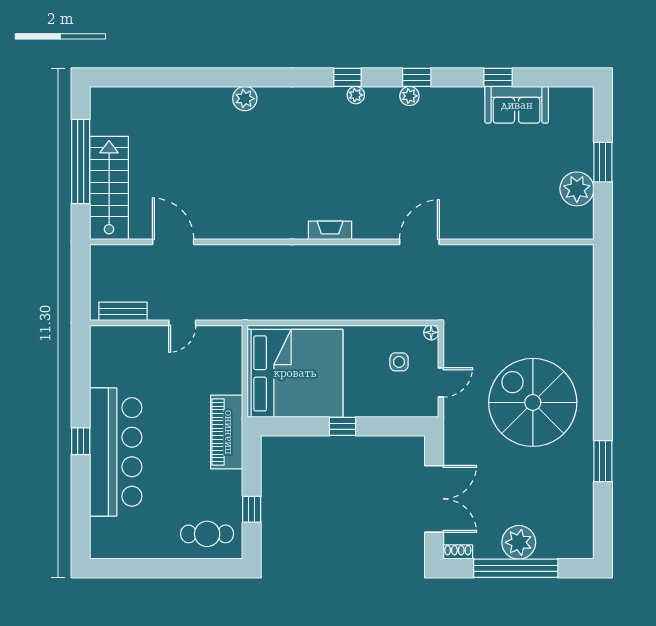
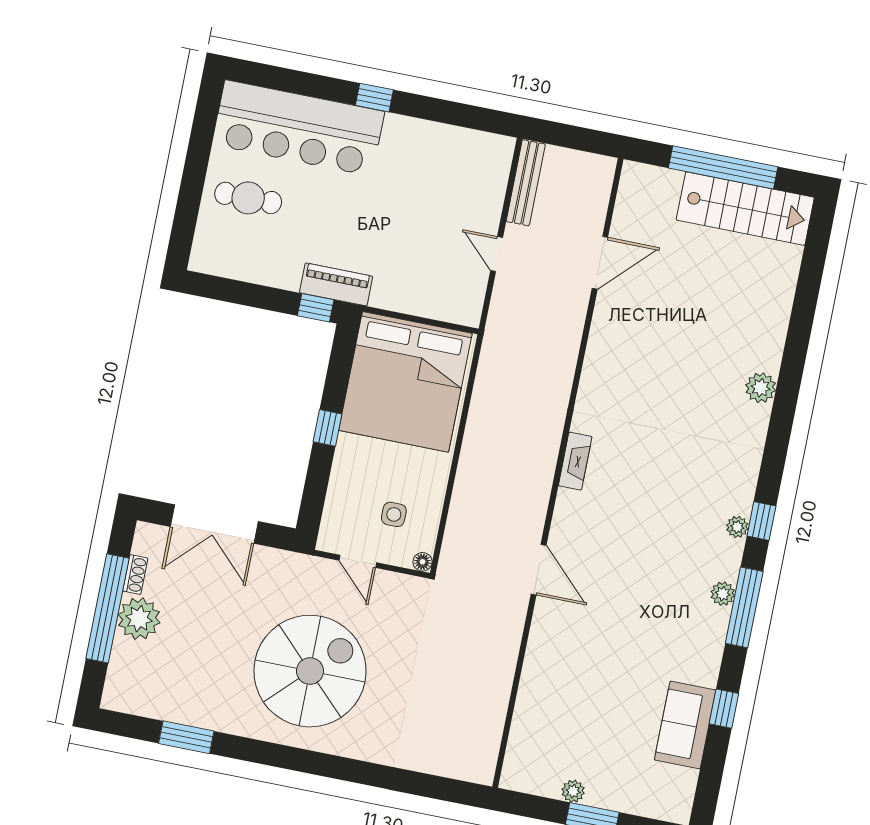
window: (417, 77) -> (744, 607), width x2.17
stairs: (109, 188) -> (745, 209), moved
plant: (577, 189) -> (573, 791), width x0.53, depth x0.53
bench: (123, 311) -> (526, 183), width x1.36
piano: (227, 432) -> (336, 284), width x0.73, depth x0.75
bar counter: (116, 452) -> (298, 128), moved
window: (603, 461) -> (186, 737), moved
window: (252, 509) -> (316, 308), moved
cafe table: (207, 534) -> (248, 198), moved, turned 90
shoe rack: (458, 552) -> (135, 575), moved

